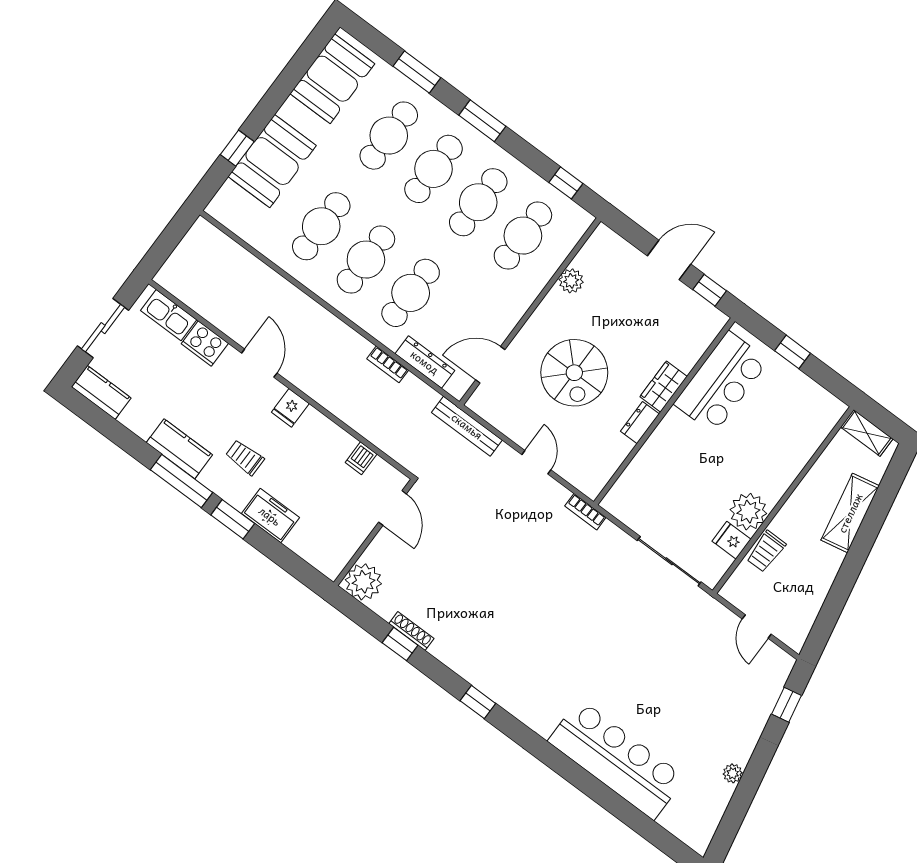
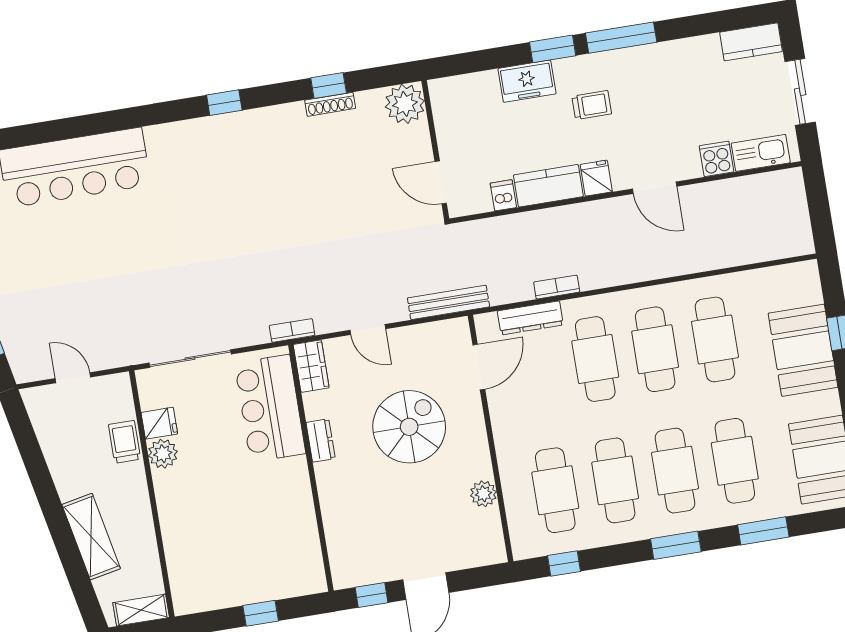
cooker: (205, 344) -> (716, 159), width x0.73
spiral stairs: (574, 373) -> (409, 427), turned 90
bar counter: (721, 382) -> (270, 408), moved
wardrobe: (664, 387) -> (311, 366), moved
kitchen counter: (179, 449) -> (548, 186), moved, turned 180
plant: (748, 512) -> (163, 454), width x0.73, depth x0.73

